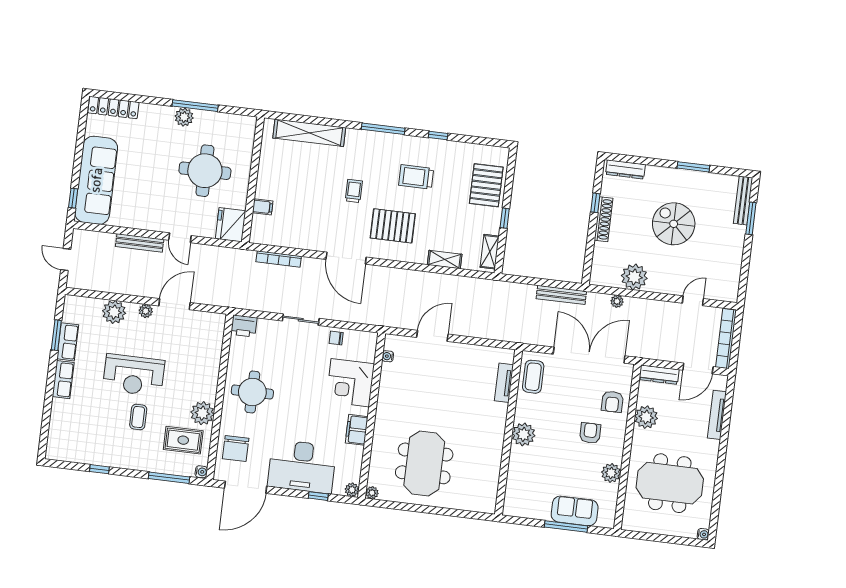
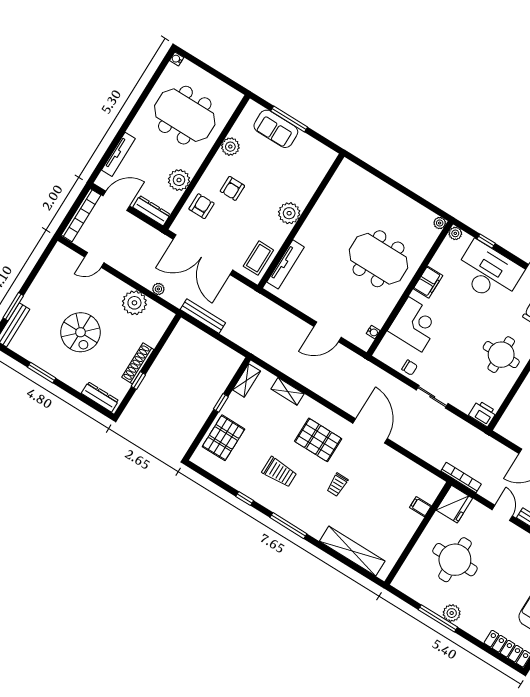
bookcase: (279, 259) -> (461, 478), moved
tv unit: (504, 383) -> (285, 264), width x1.41
meeting table: (424, 463) -> (379, 259), moved, turned 90

